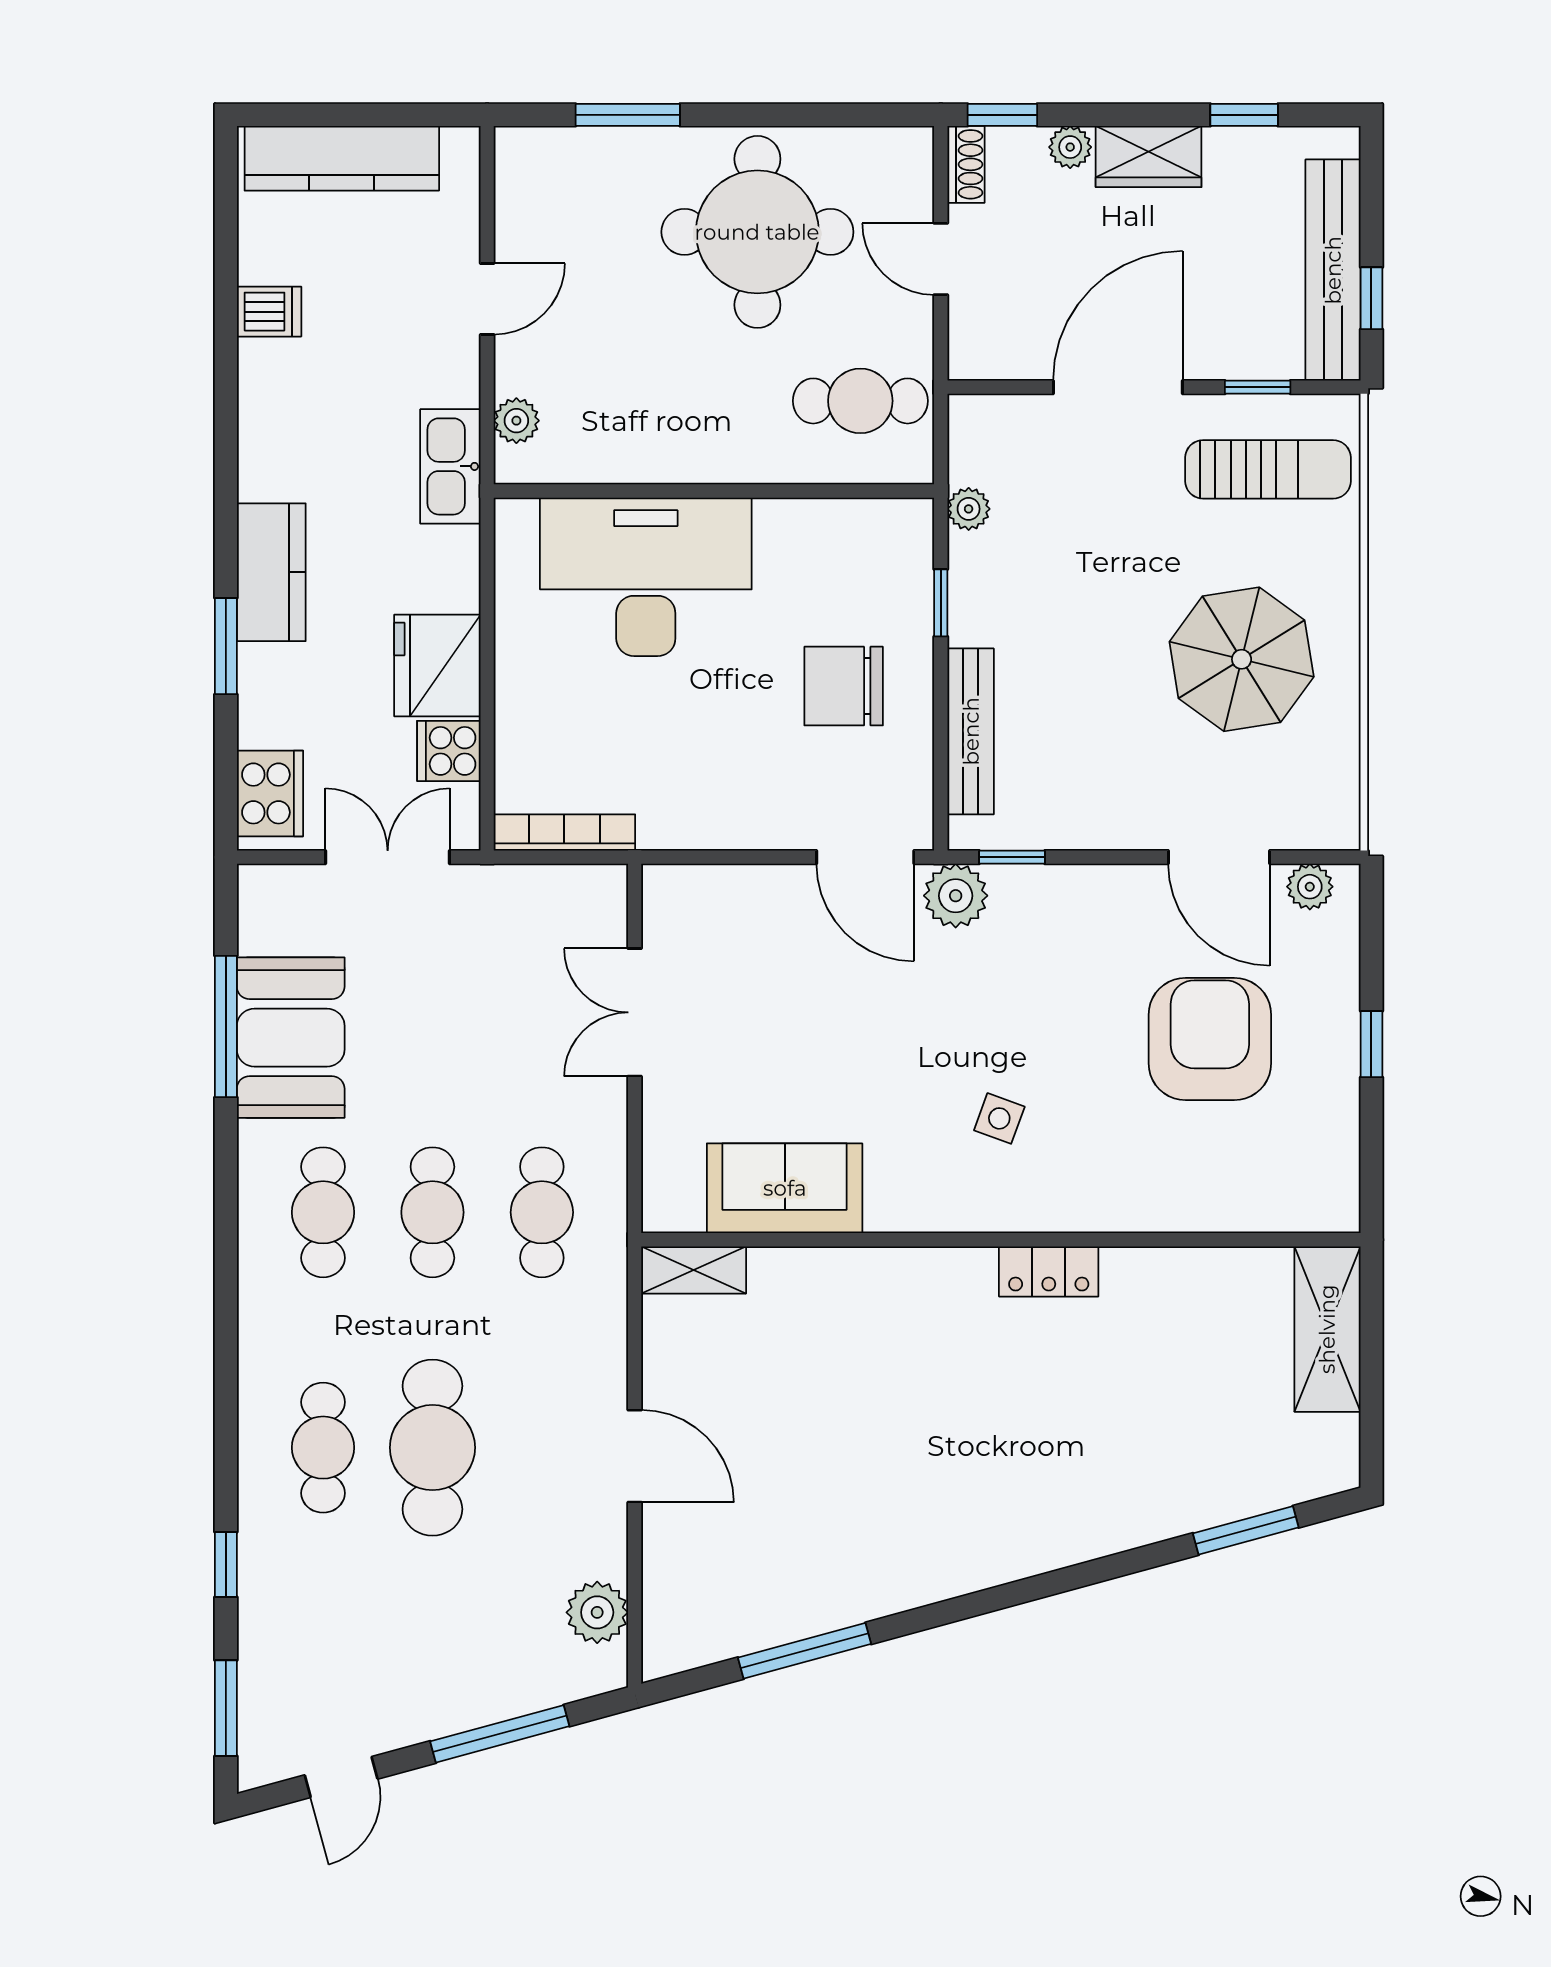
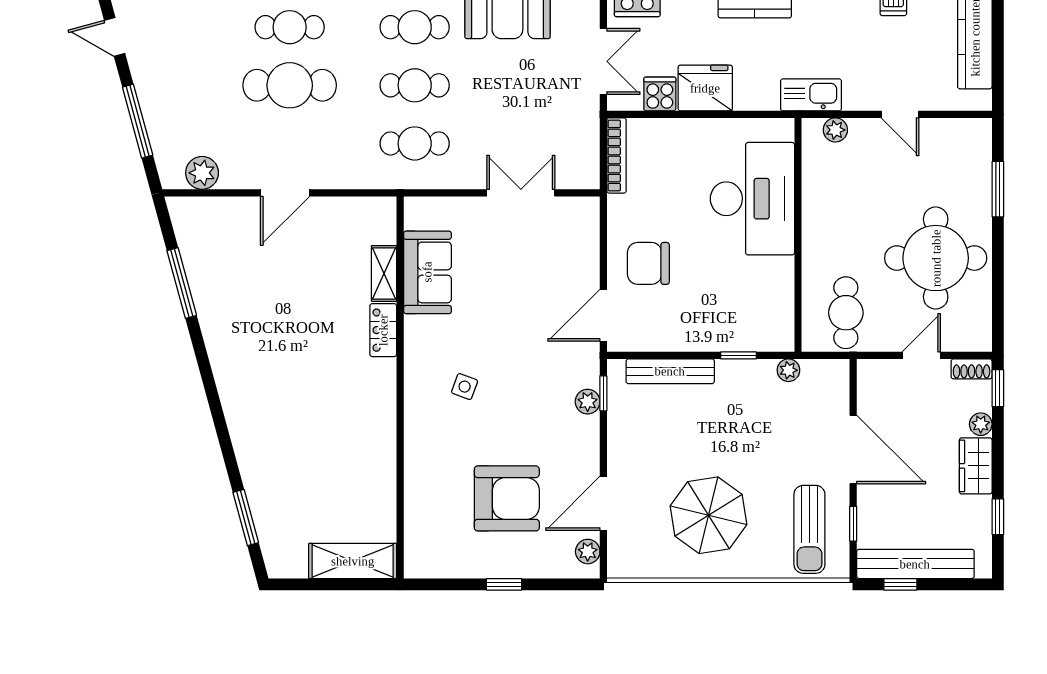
chair: (844, 686) -> (648, 263), moved, turned -90
plant: (956, 896) -> (588, 402), moved, width x0.73, depth x0.73
shelving: (694, 1270) -> (384, 273), moved
locker: (1049, 1271) -> (383, 330), moved

